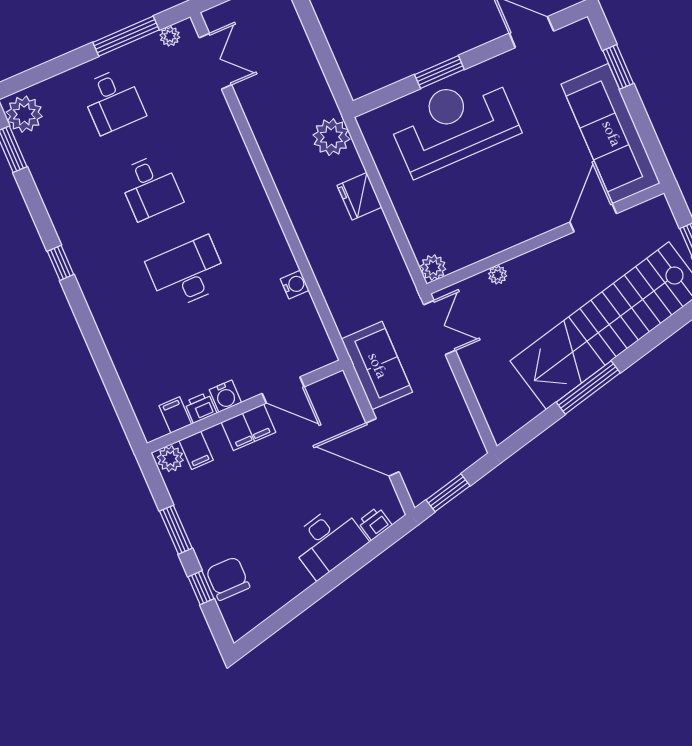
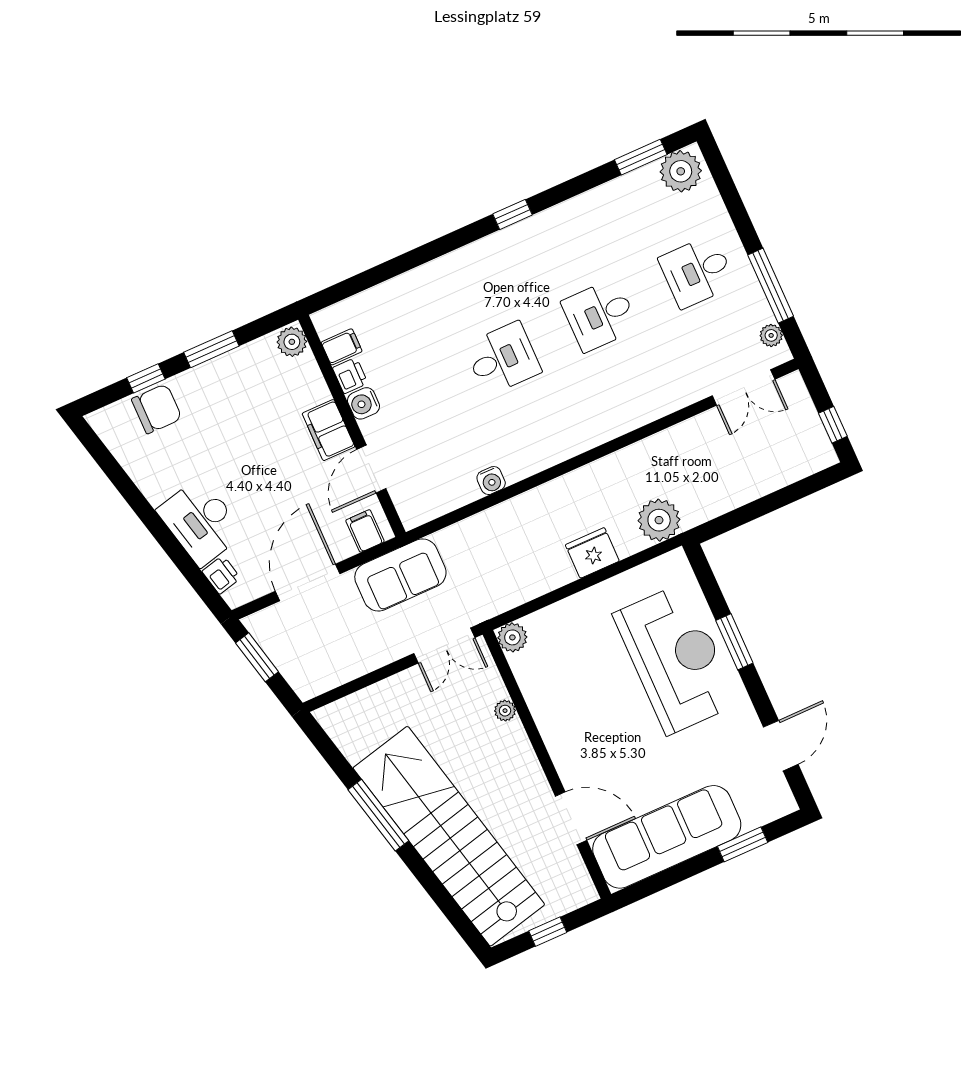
desk: (187, 273) -> (503, 359), width x0.73
filing cabinet: (196, 450) -> (365, 531), moved, turned 90

